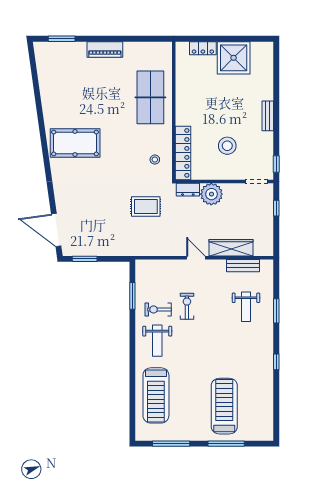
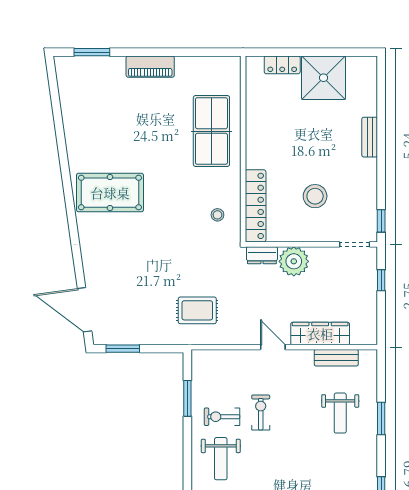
bench: (268, 116) -> (370, 137), moved
rug: (146, 206) -> (197, 310), moved

